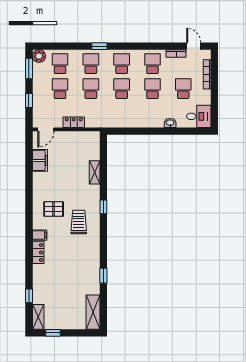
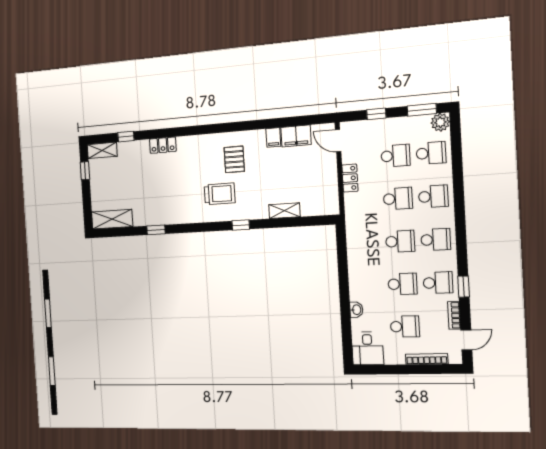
window: (99, 46) -> (464, 287), moved
filing cabinet: (40, 235) -> (273, 137), moved
locker: (38, 252) -> (163, 145), moved

